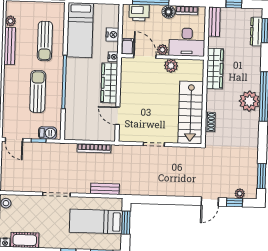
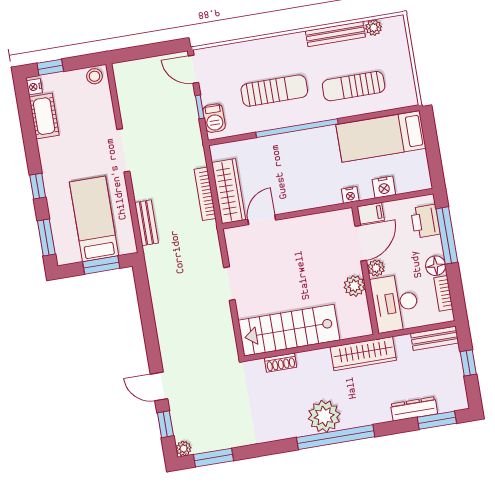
dresser: (256, 31) -> (414, 409), moved
wardrobe: (109, 83) -> (229, 191), moved, turned 90
door: (14, 140) -> (193, 69), hinge flipped
plant: (240, 194) -> (184, 449), moved

